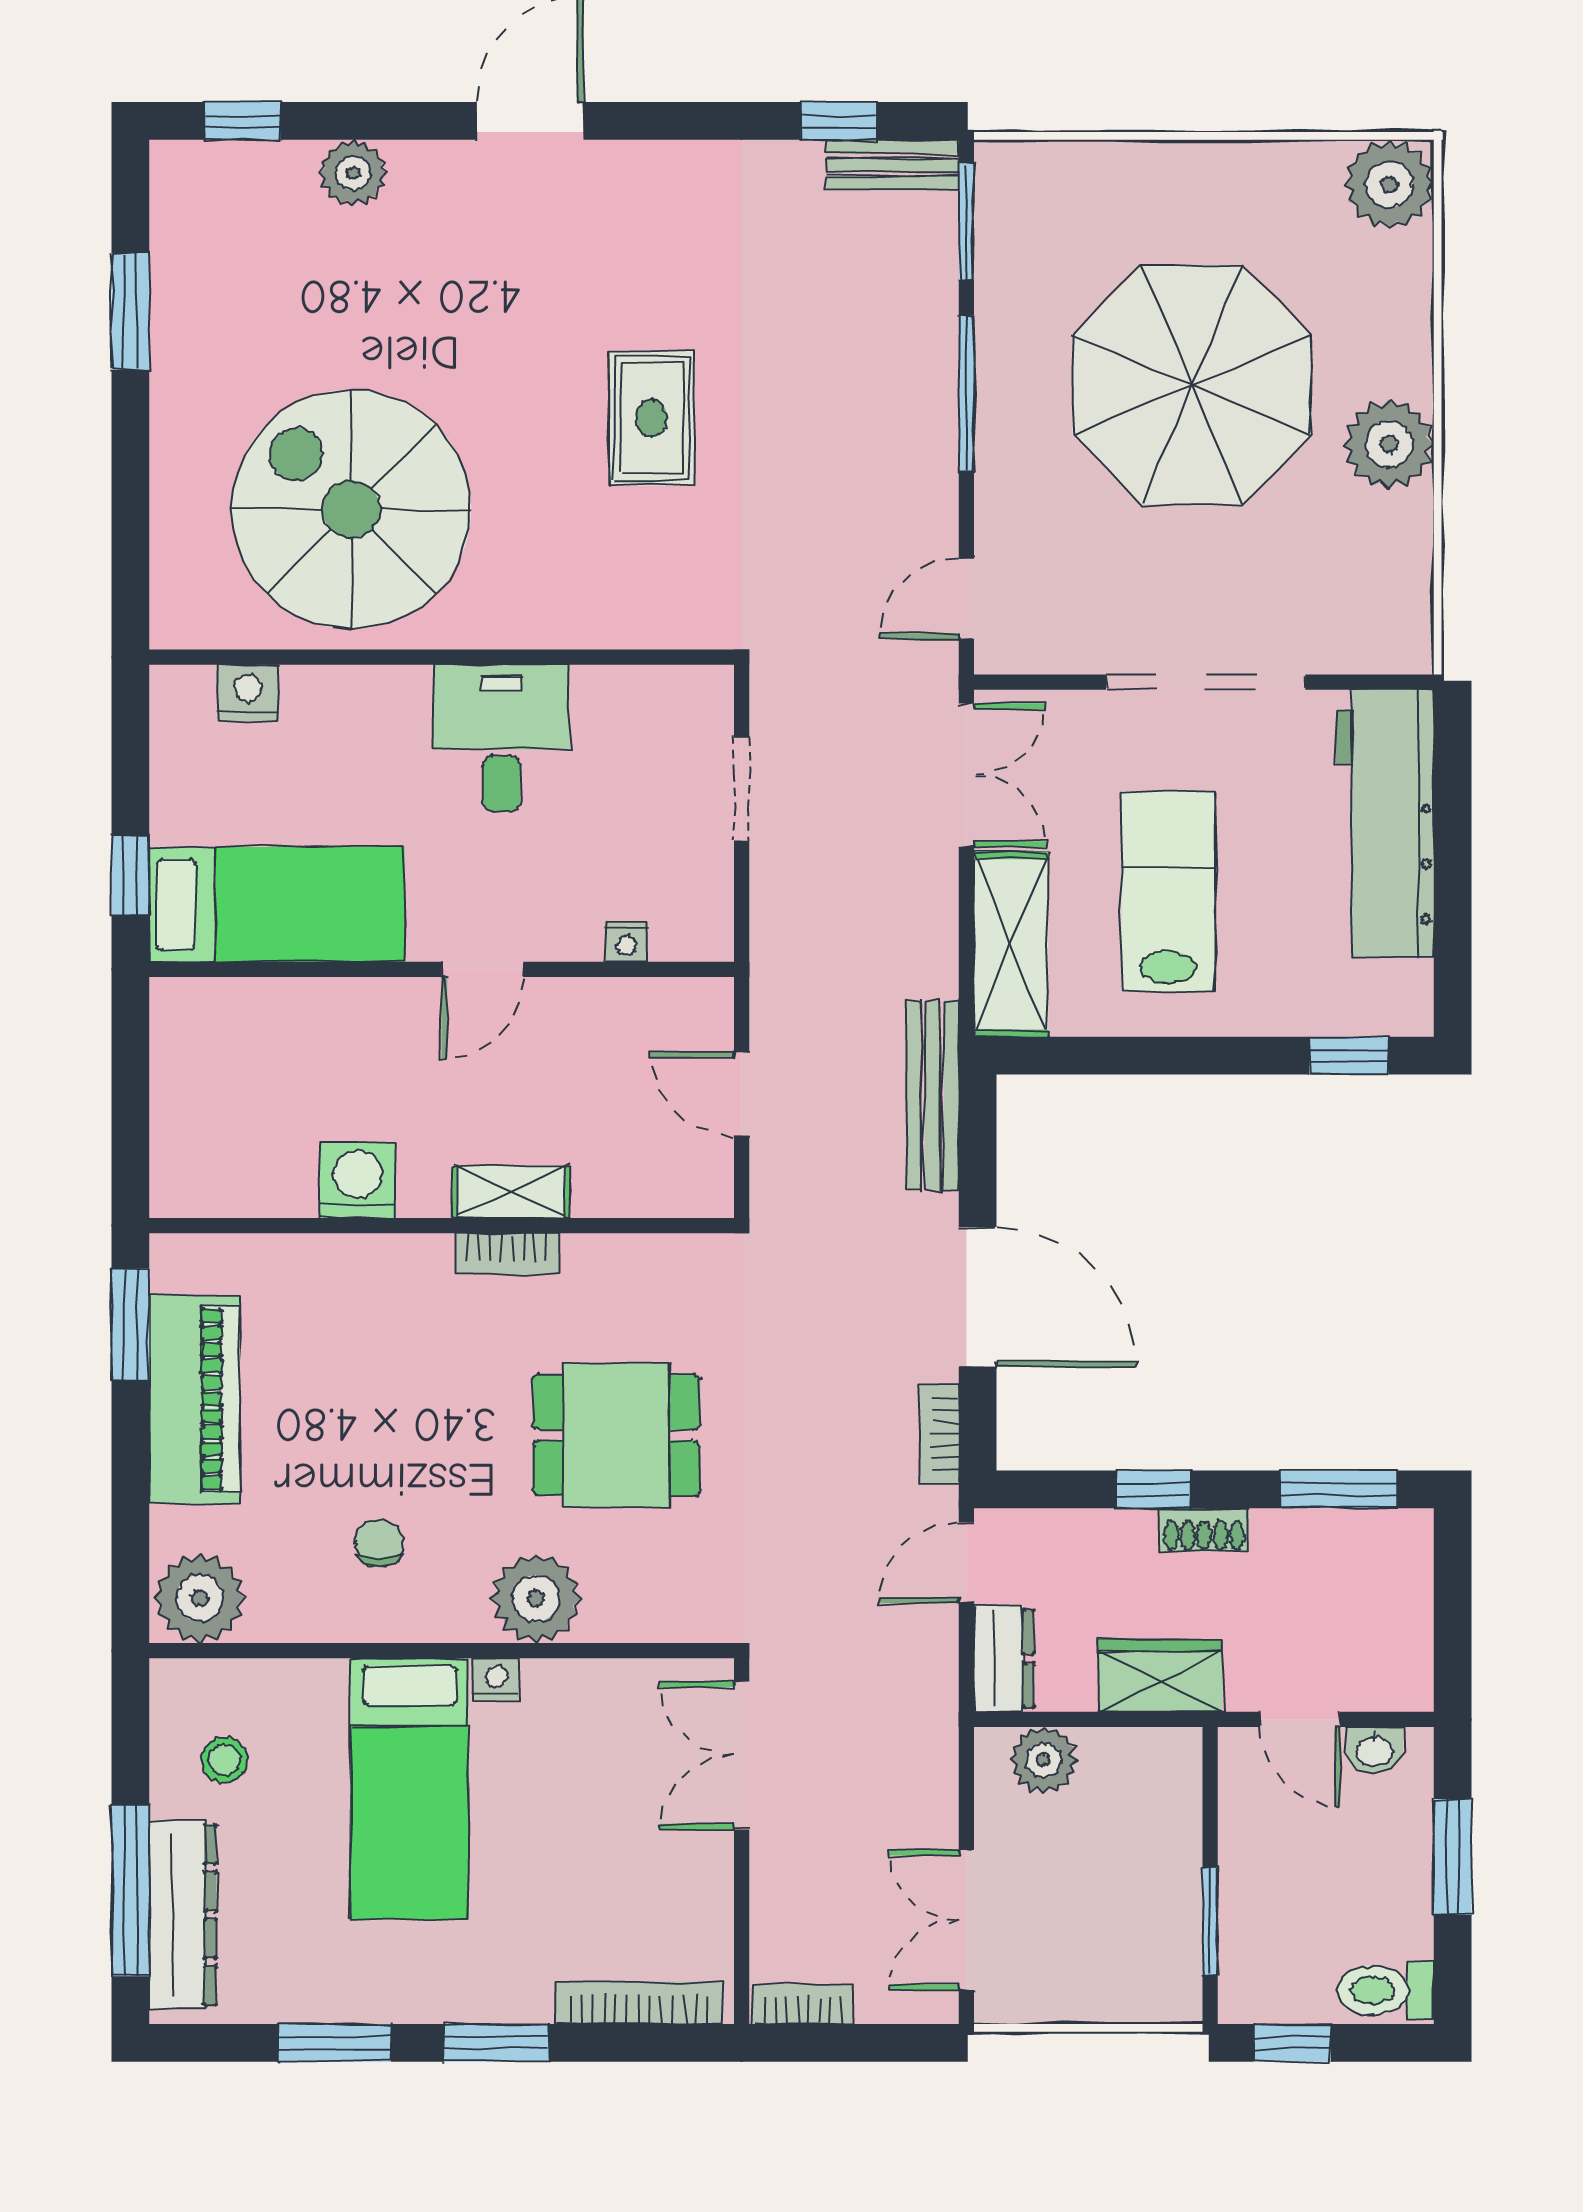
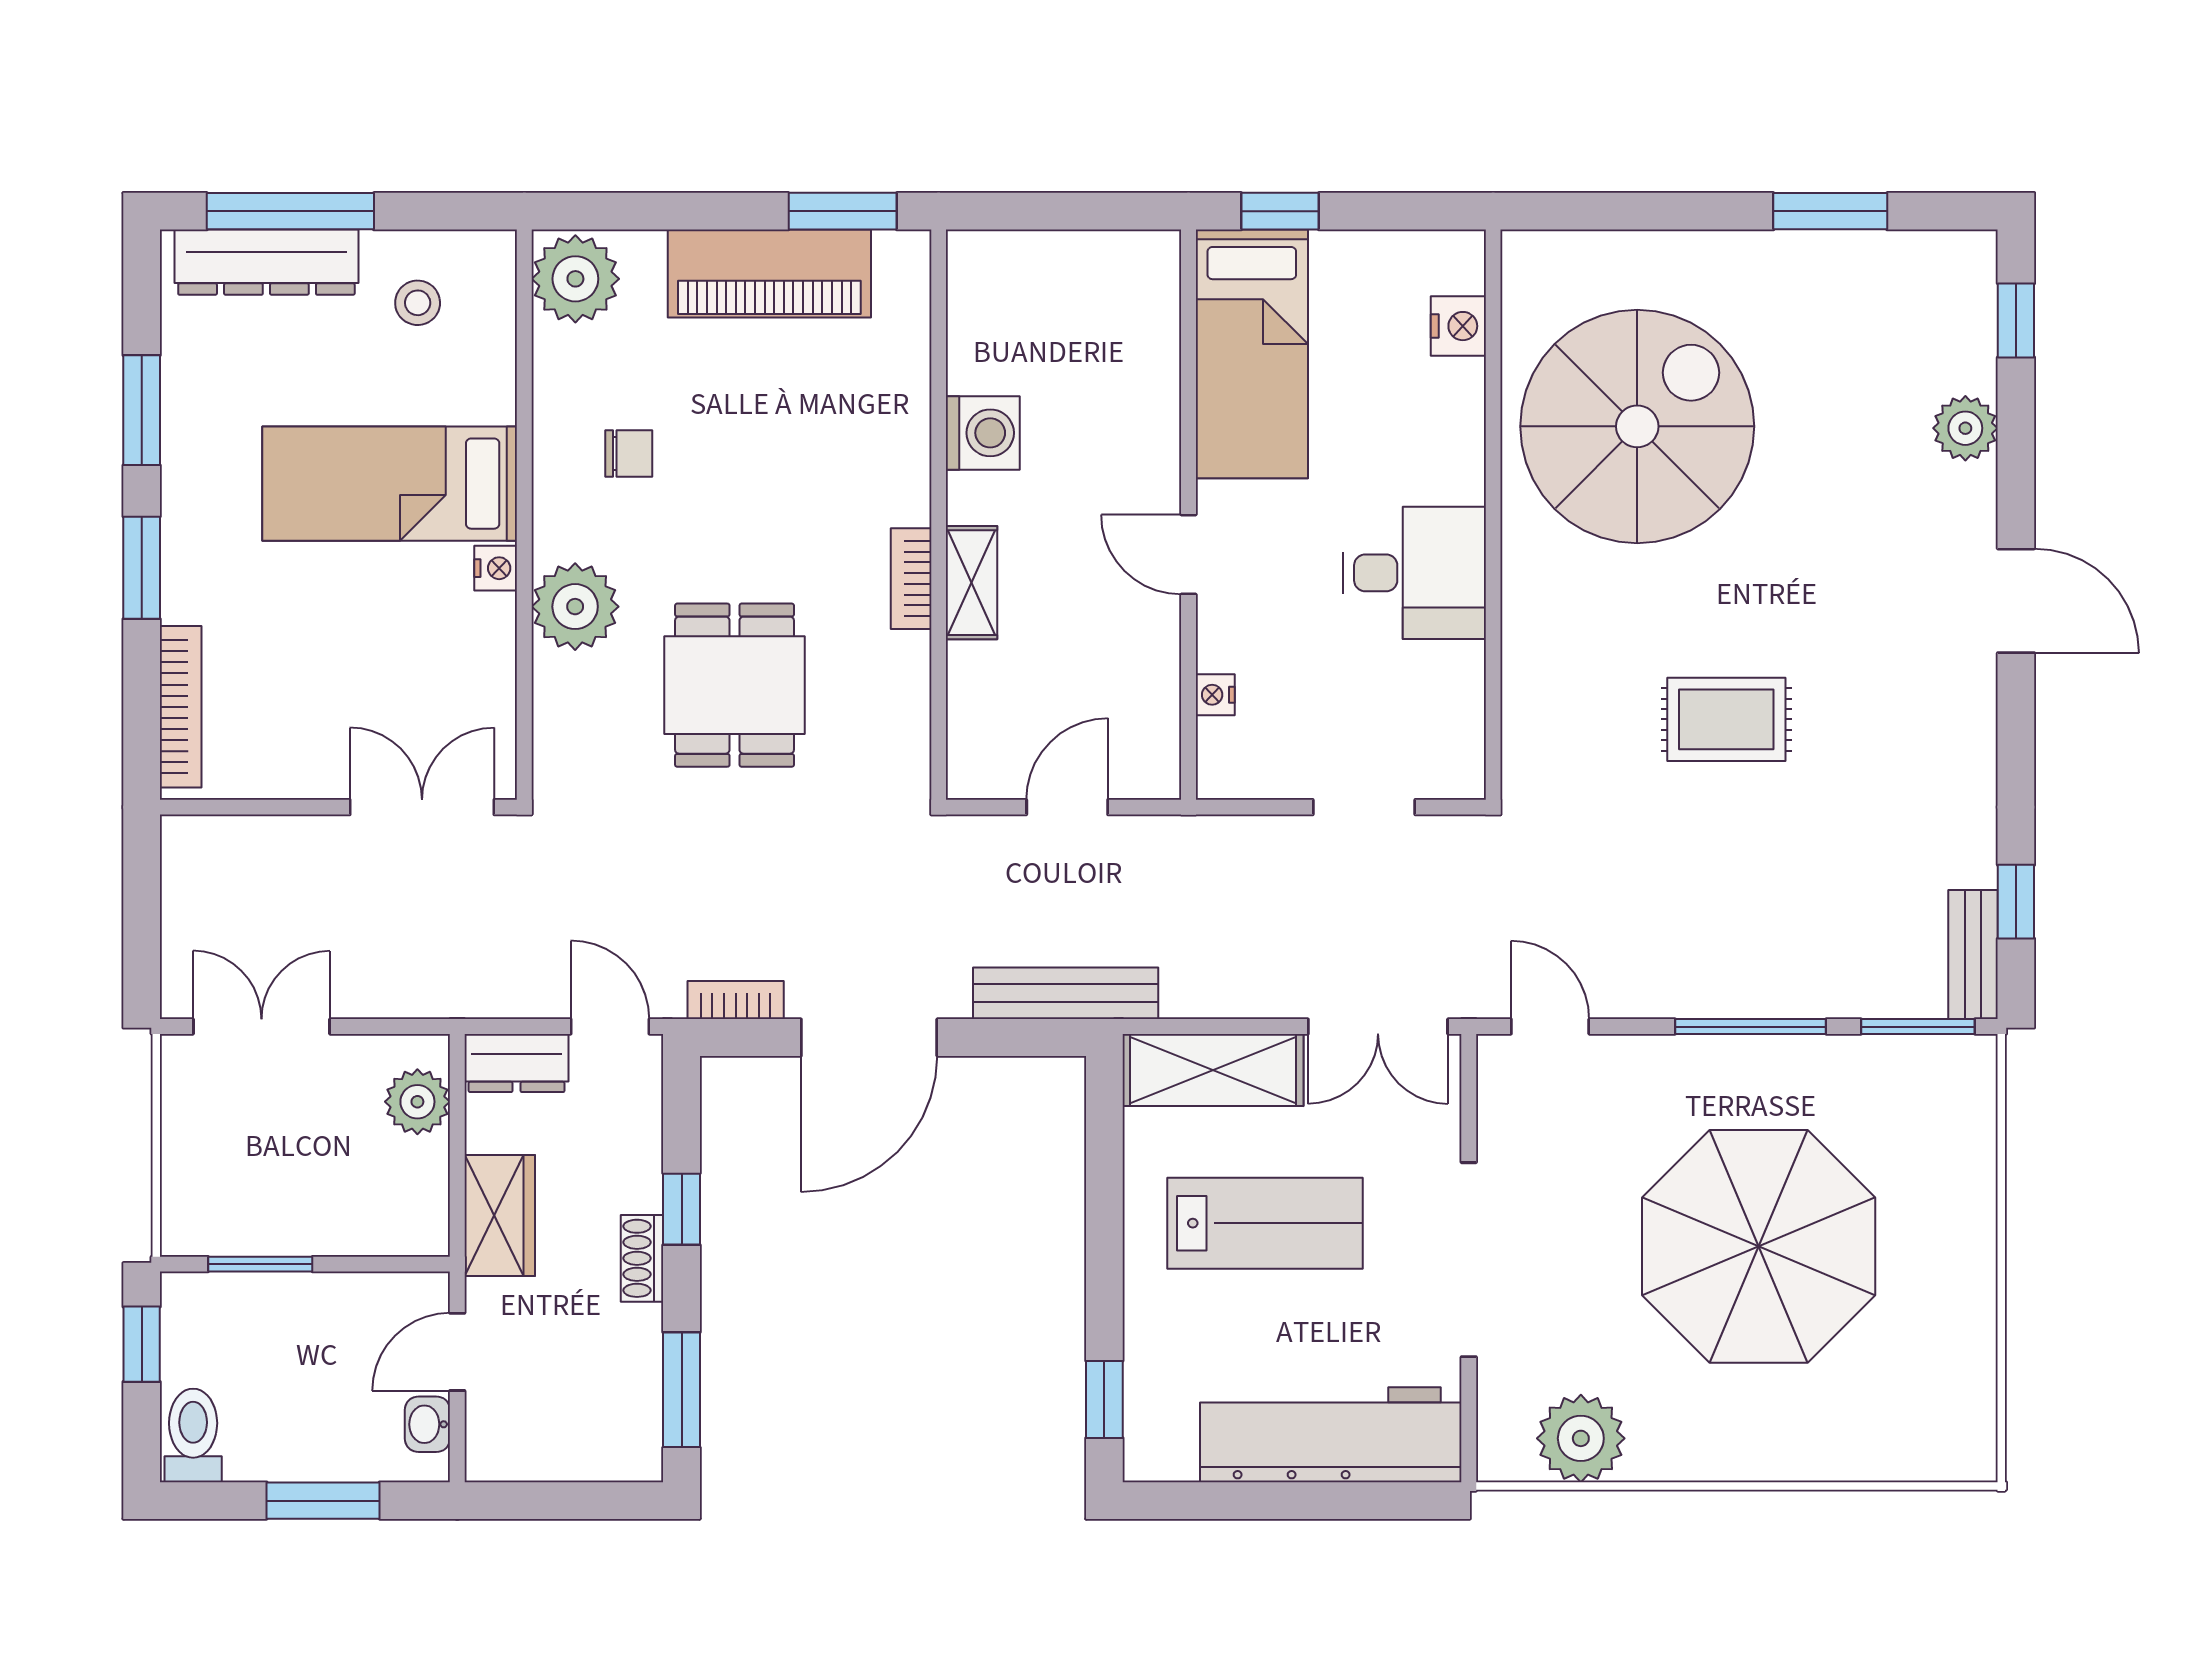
plant: (1389, 184) -> (1954, 1439), removed
plant: (1389, 444) -> (1581, 1438), moved
bookcase: (803, 2004) -> (179, 867), removed

